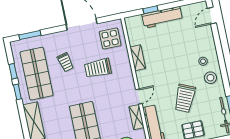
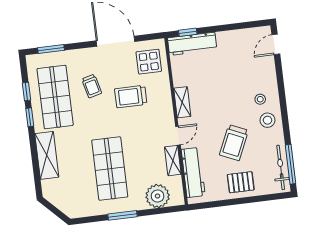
window: (150, 10) -> (188, 32), moved
workbench: (162, 17) -> (192, 44), moved
shelving: (138, 58) -> (182, 102), moved

